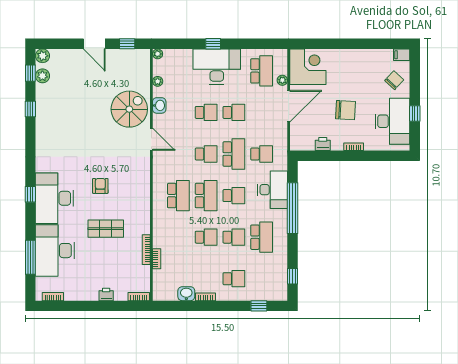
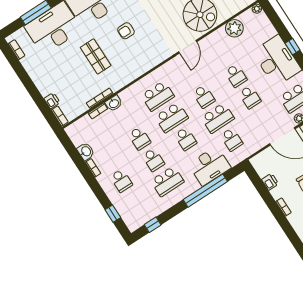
plant: (158, 81) -> (234, 28), width x1.88, depth x1.88
washbasin: (159, 105) -> (114, 103), moved
armchair: (100, 186) -> (126, 31), turned 180
printer: (106, 294) -> (52, 101), moved

